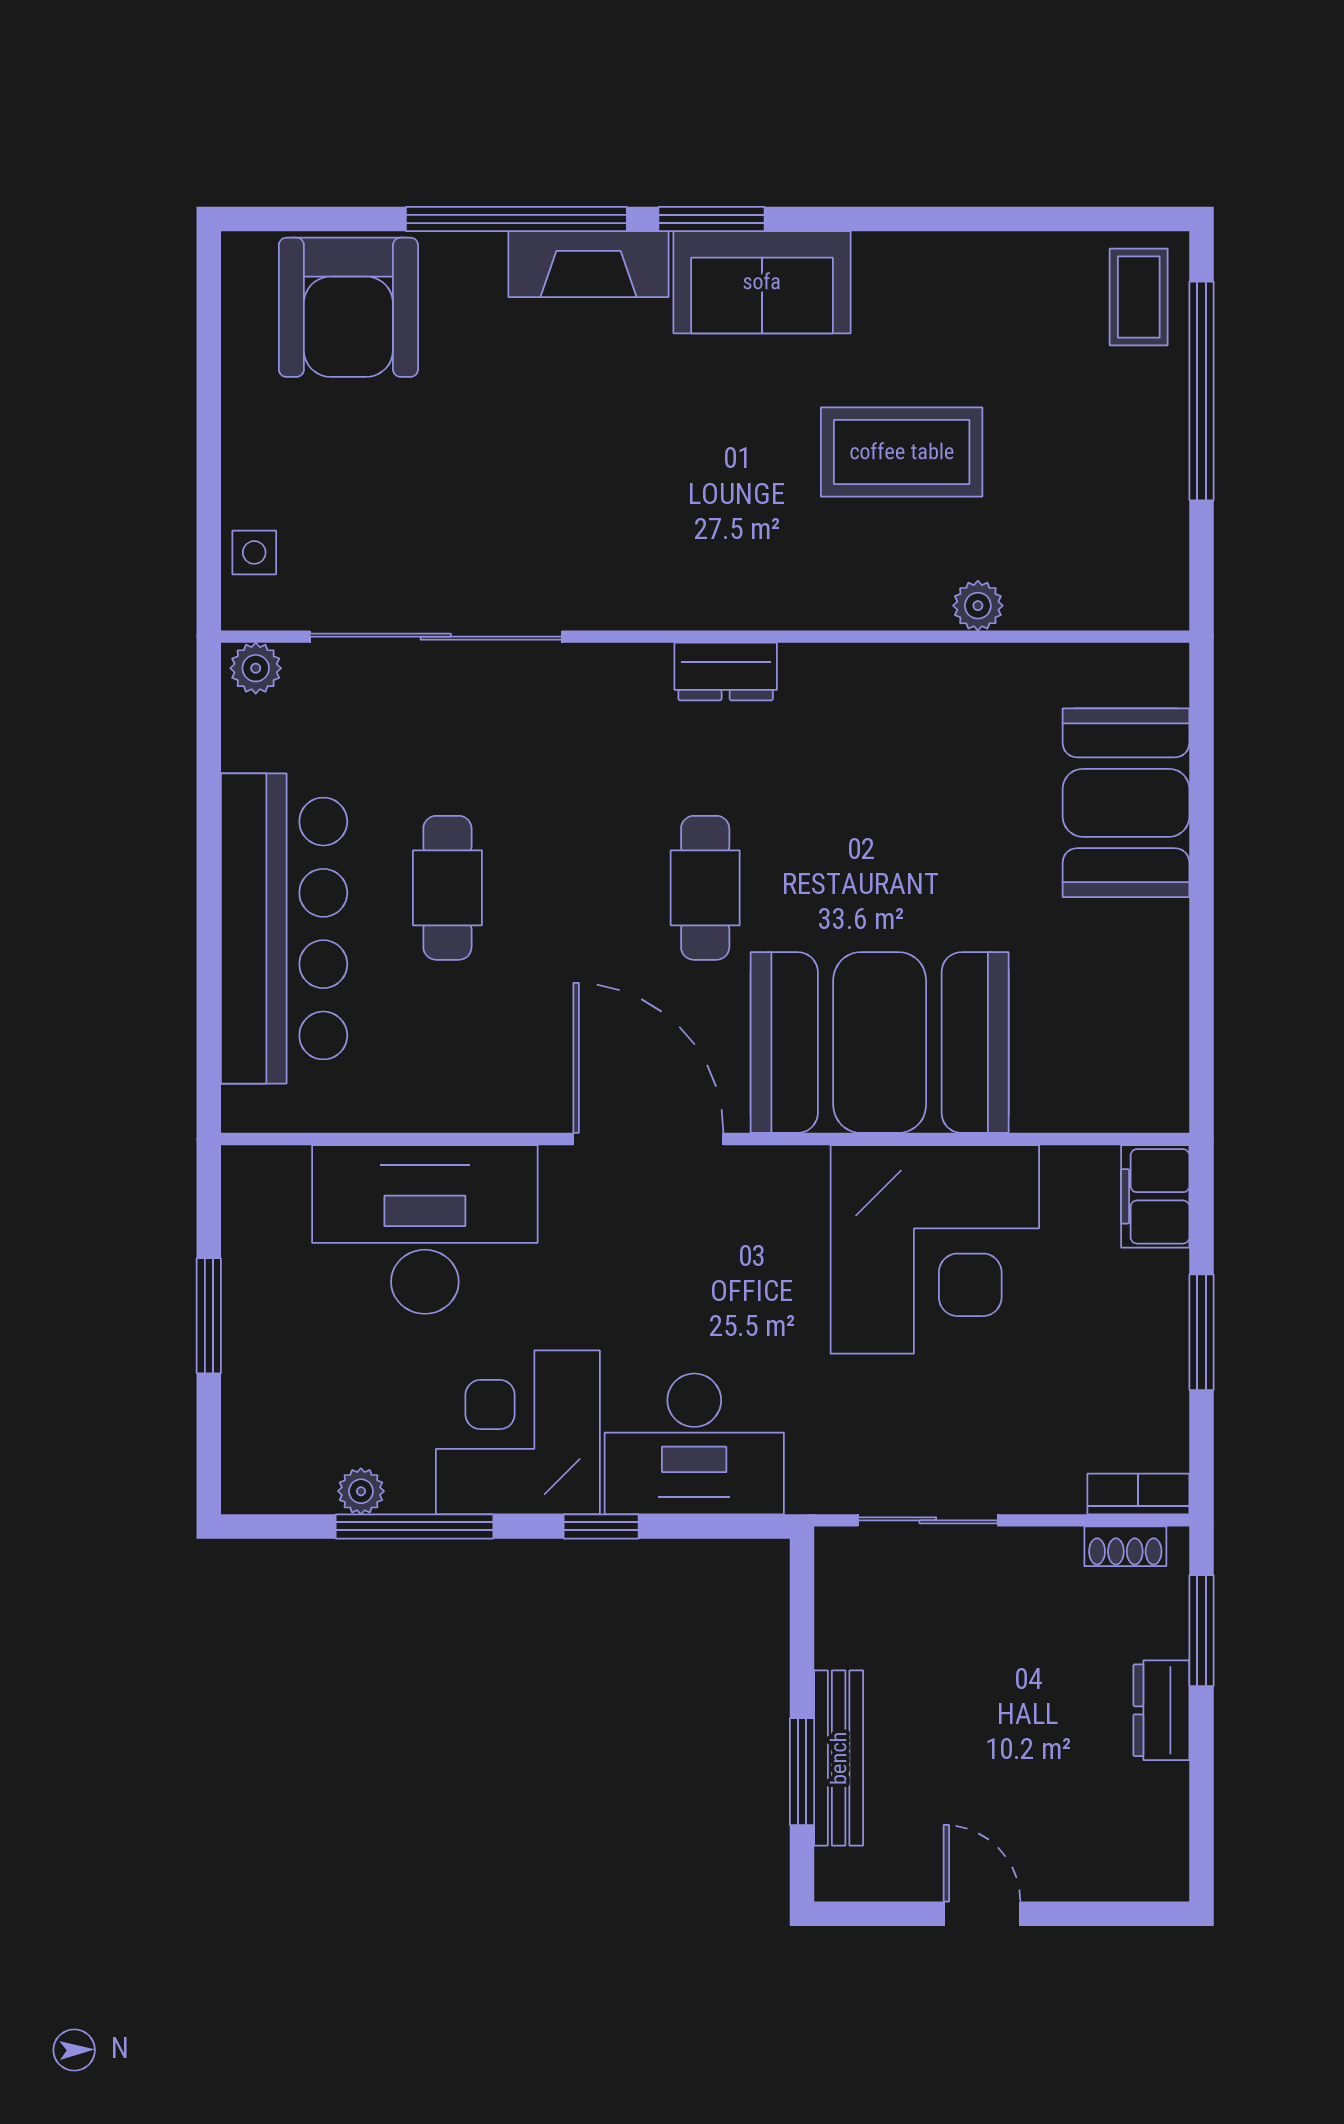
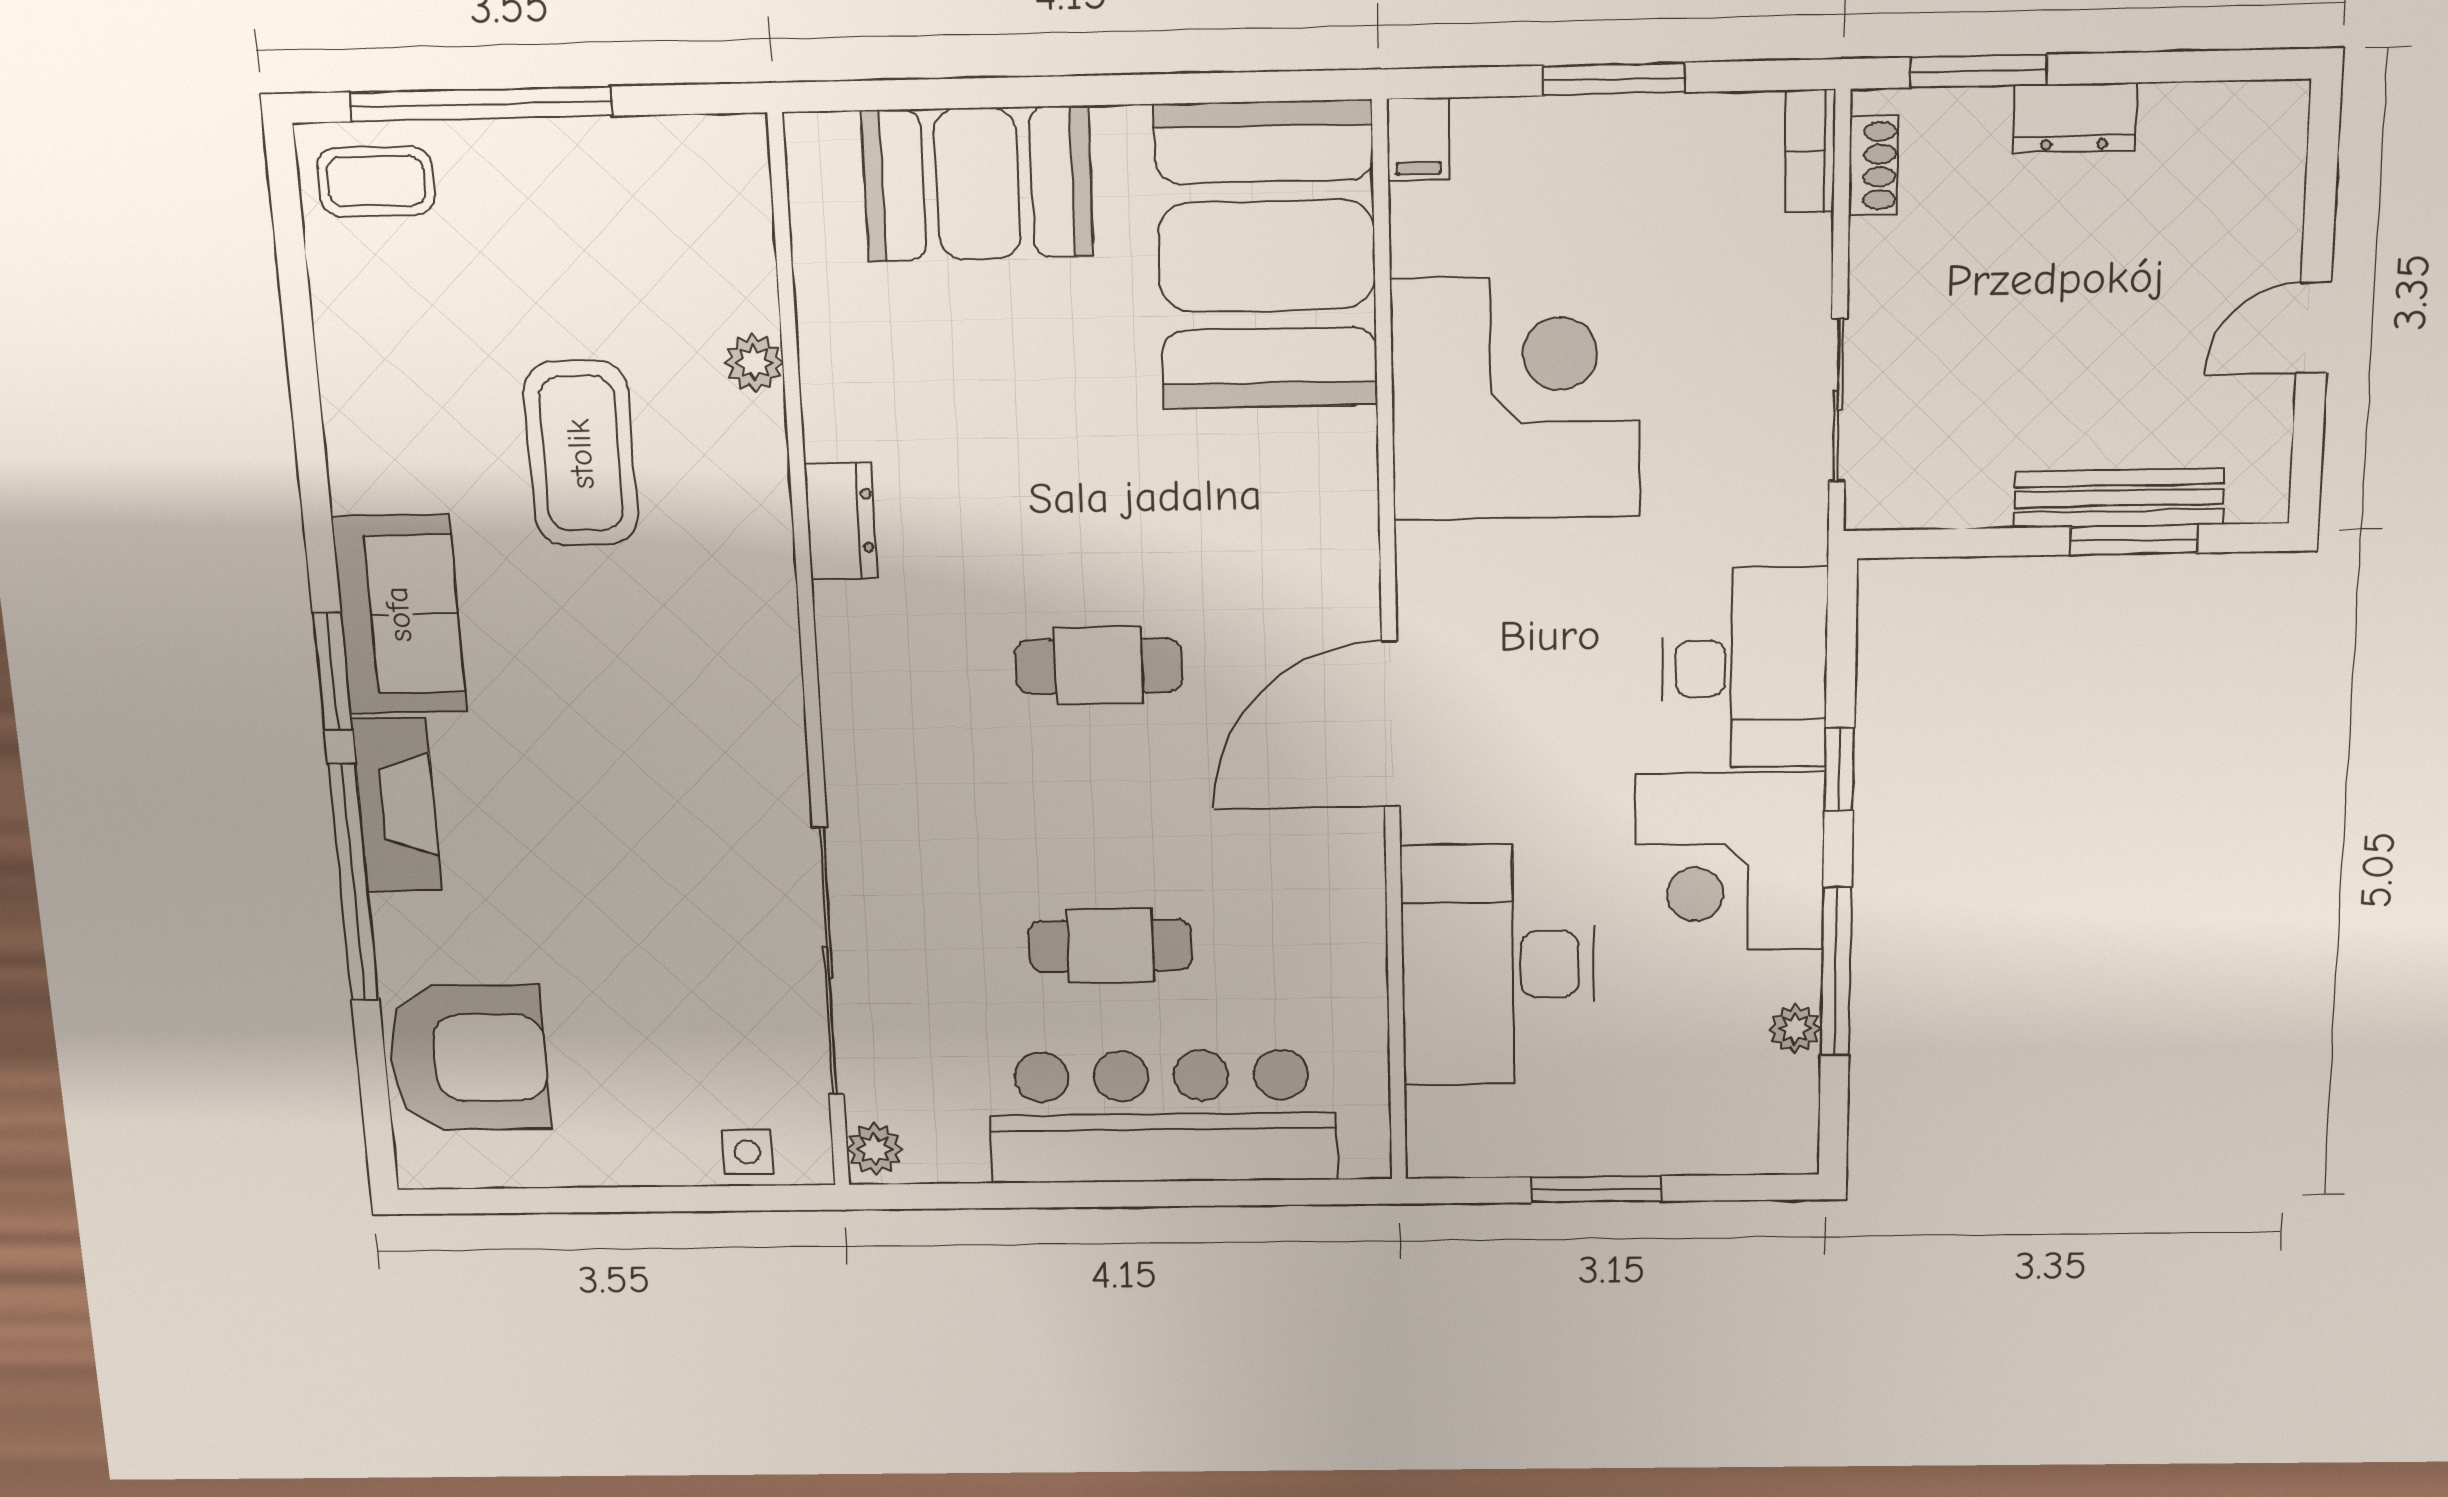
dresser: (726, 672) -> (841, 521), moved
booth: (880, 1043) -> (1267, 256), moved
filing cabinet: (1155, 1196) -> (1418, 139), width x0.50

